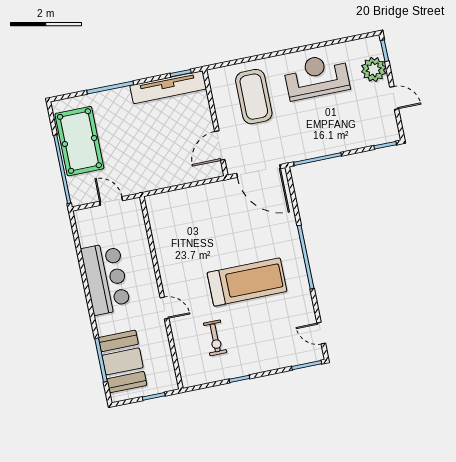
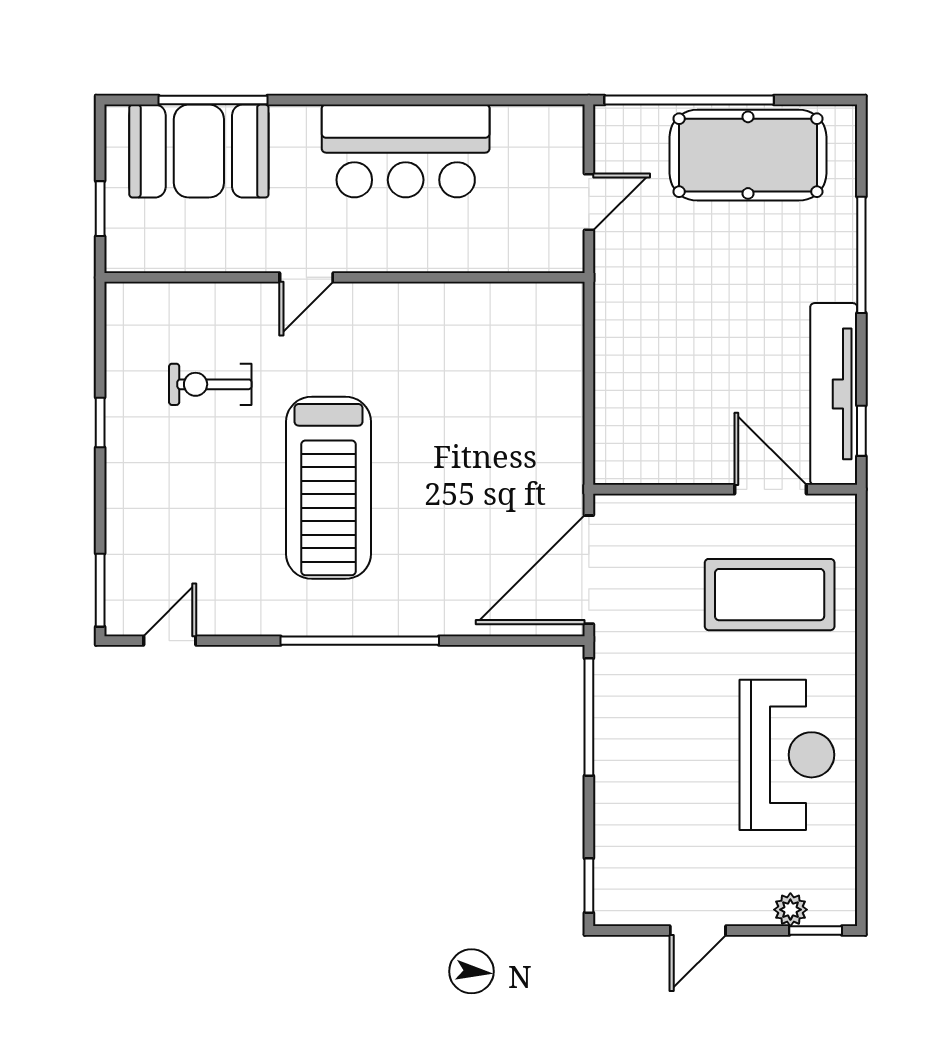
plant: (374, 69) -> (790, 910), width x0.53, depth x0.53
door: (220, 145) -> (771, 489), moved

